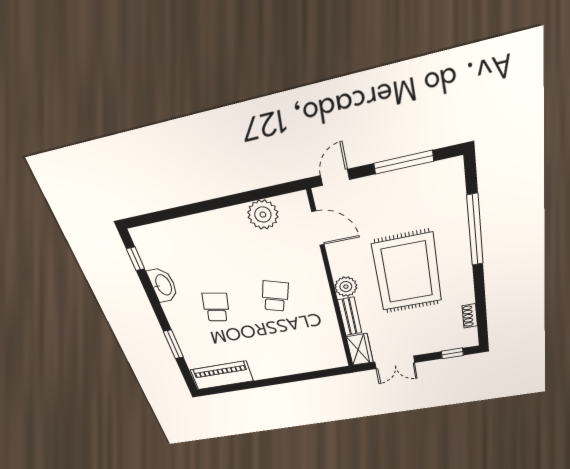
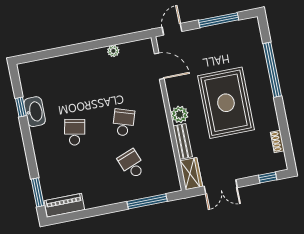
plant: (263, 215) -> (113, 51), width x0.53, depth x0.53
window: (136, 259) -> (21, 107), moved
school desk: (288, 340) -> (132, 164), added
window: (173, 344) -> (38, 192), moved
piano: (222, 375) -> (64, 205), width x0.73, depth x0.75
window: (308, 376) -> (147, 201), added

